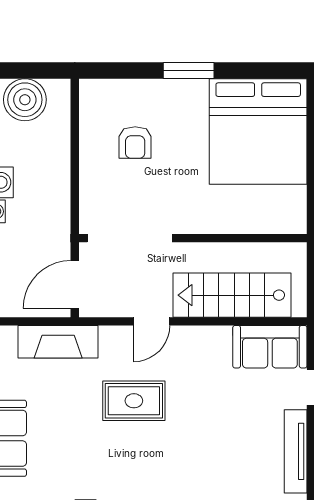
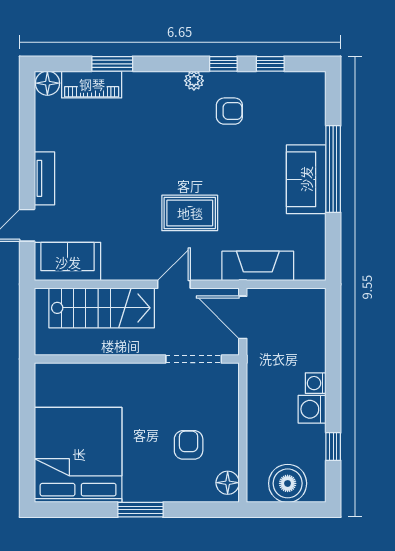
floor lamp: (92, 100) -> (228, 483), added
doorway: (130, 238) -> (194, 359), width x0.73
door: (75, 285) -> (243, 317), swing flipped
tv unit: (296, 451) -> (44, 178), width x0.71

